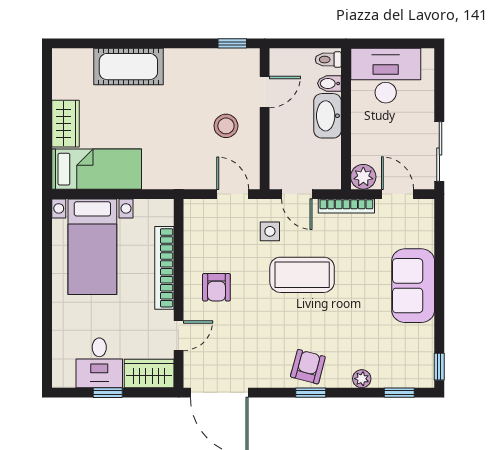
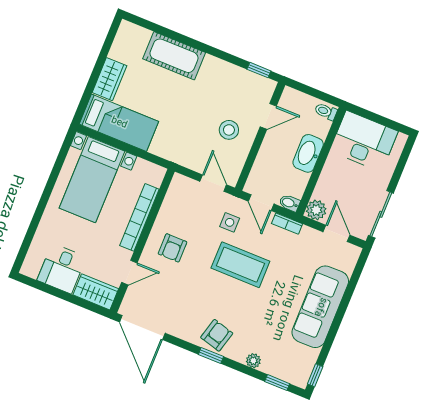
bidet: (329, 83) -> (290, 203), moved
bookcase: (346, 206) -> (287, 224), width x0.64
sofa: (413, 286) -> (320, 307), width x1.36
window: (108, 393) -> (59, 294), removed

